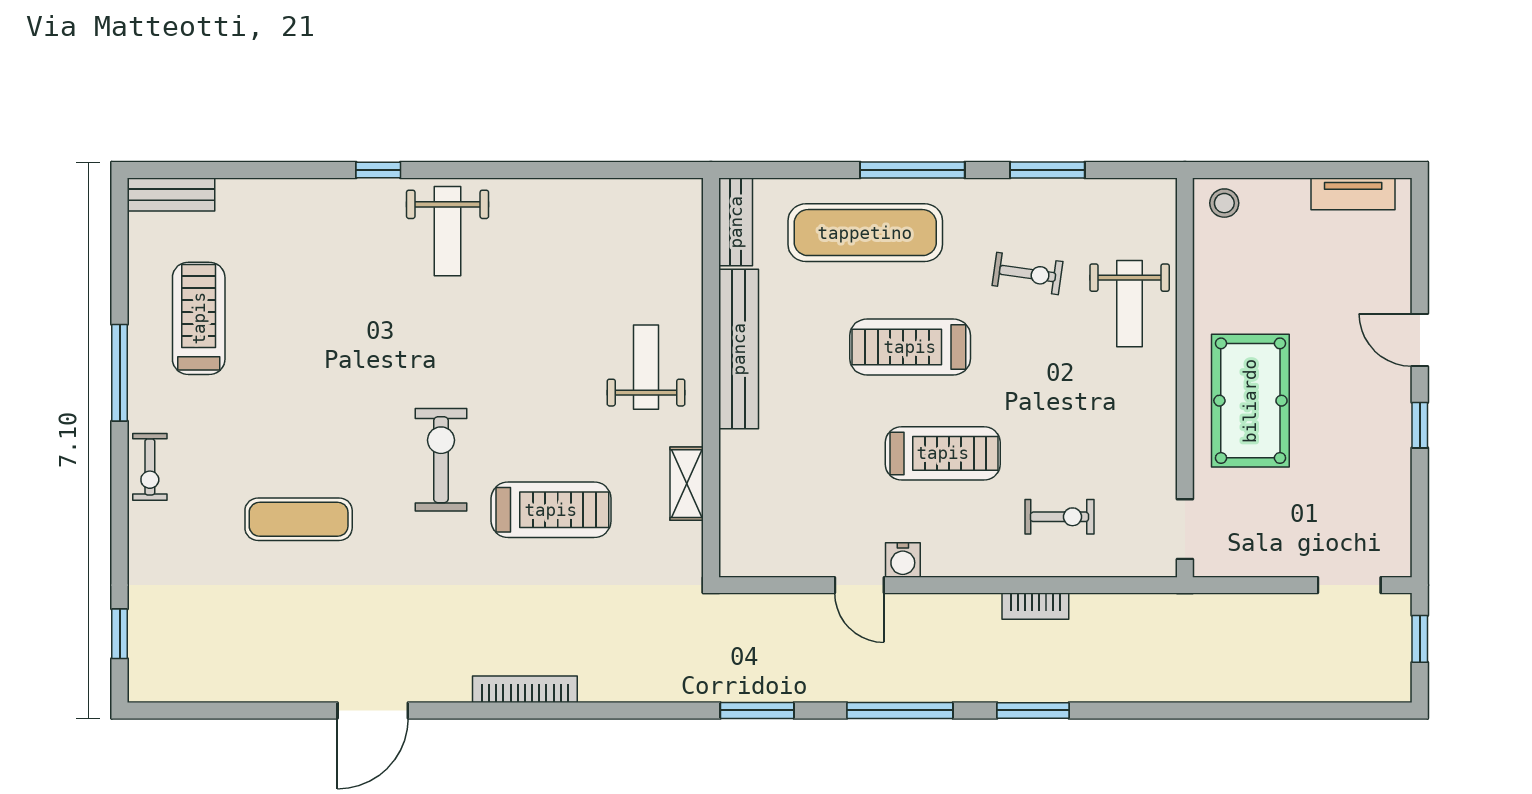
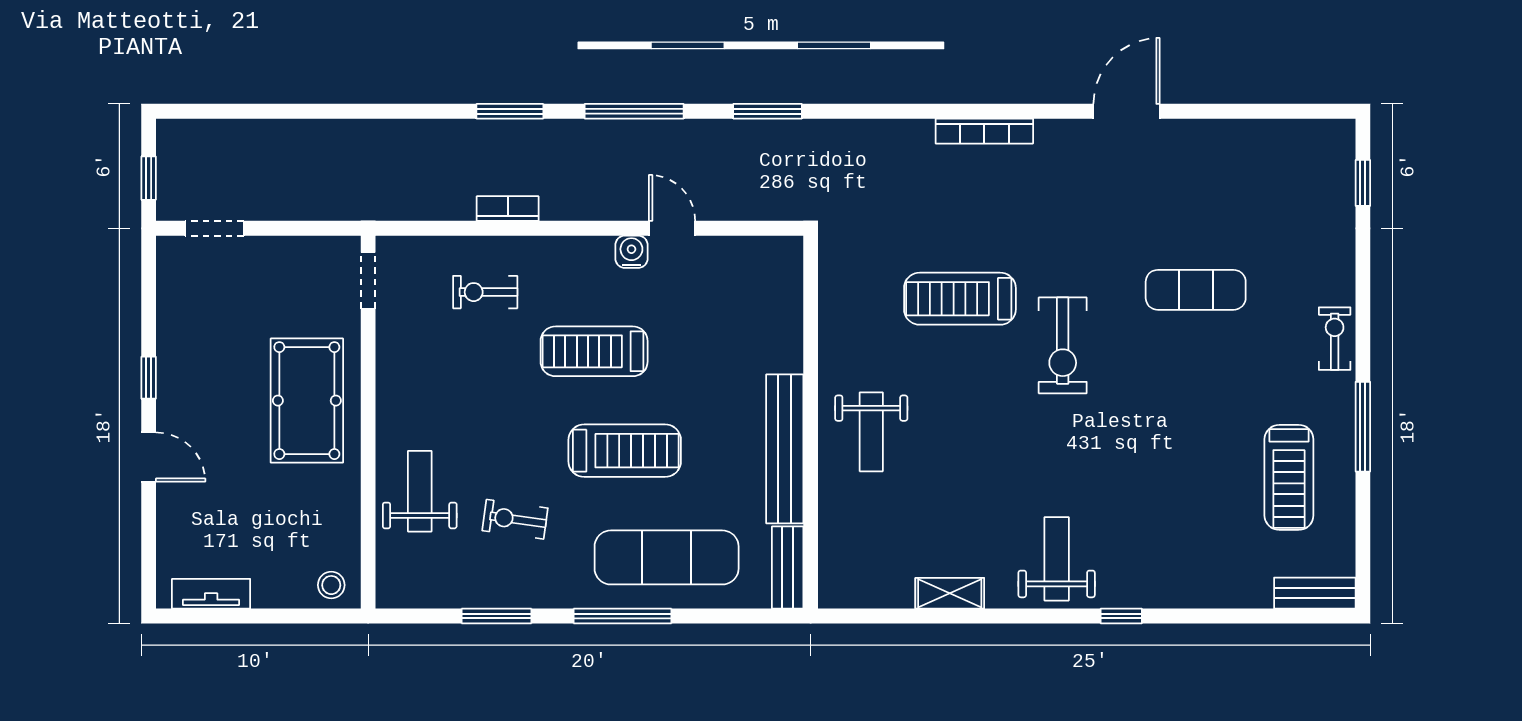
shelving: (687, 484) -> (950, 593), moved, turned 90

